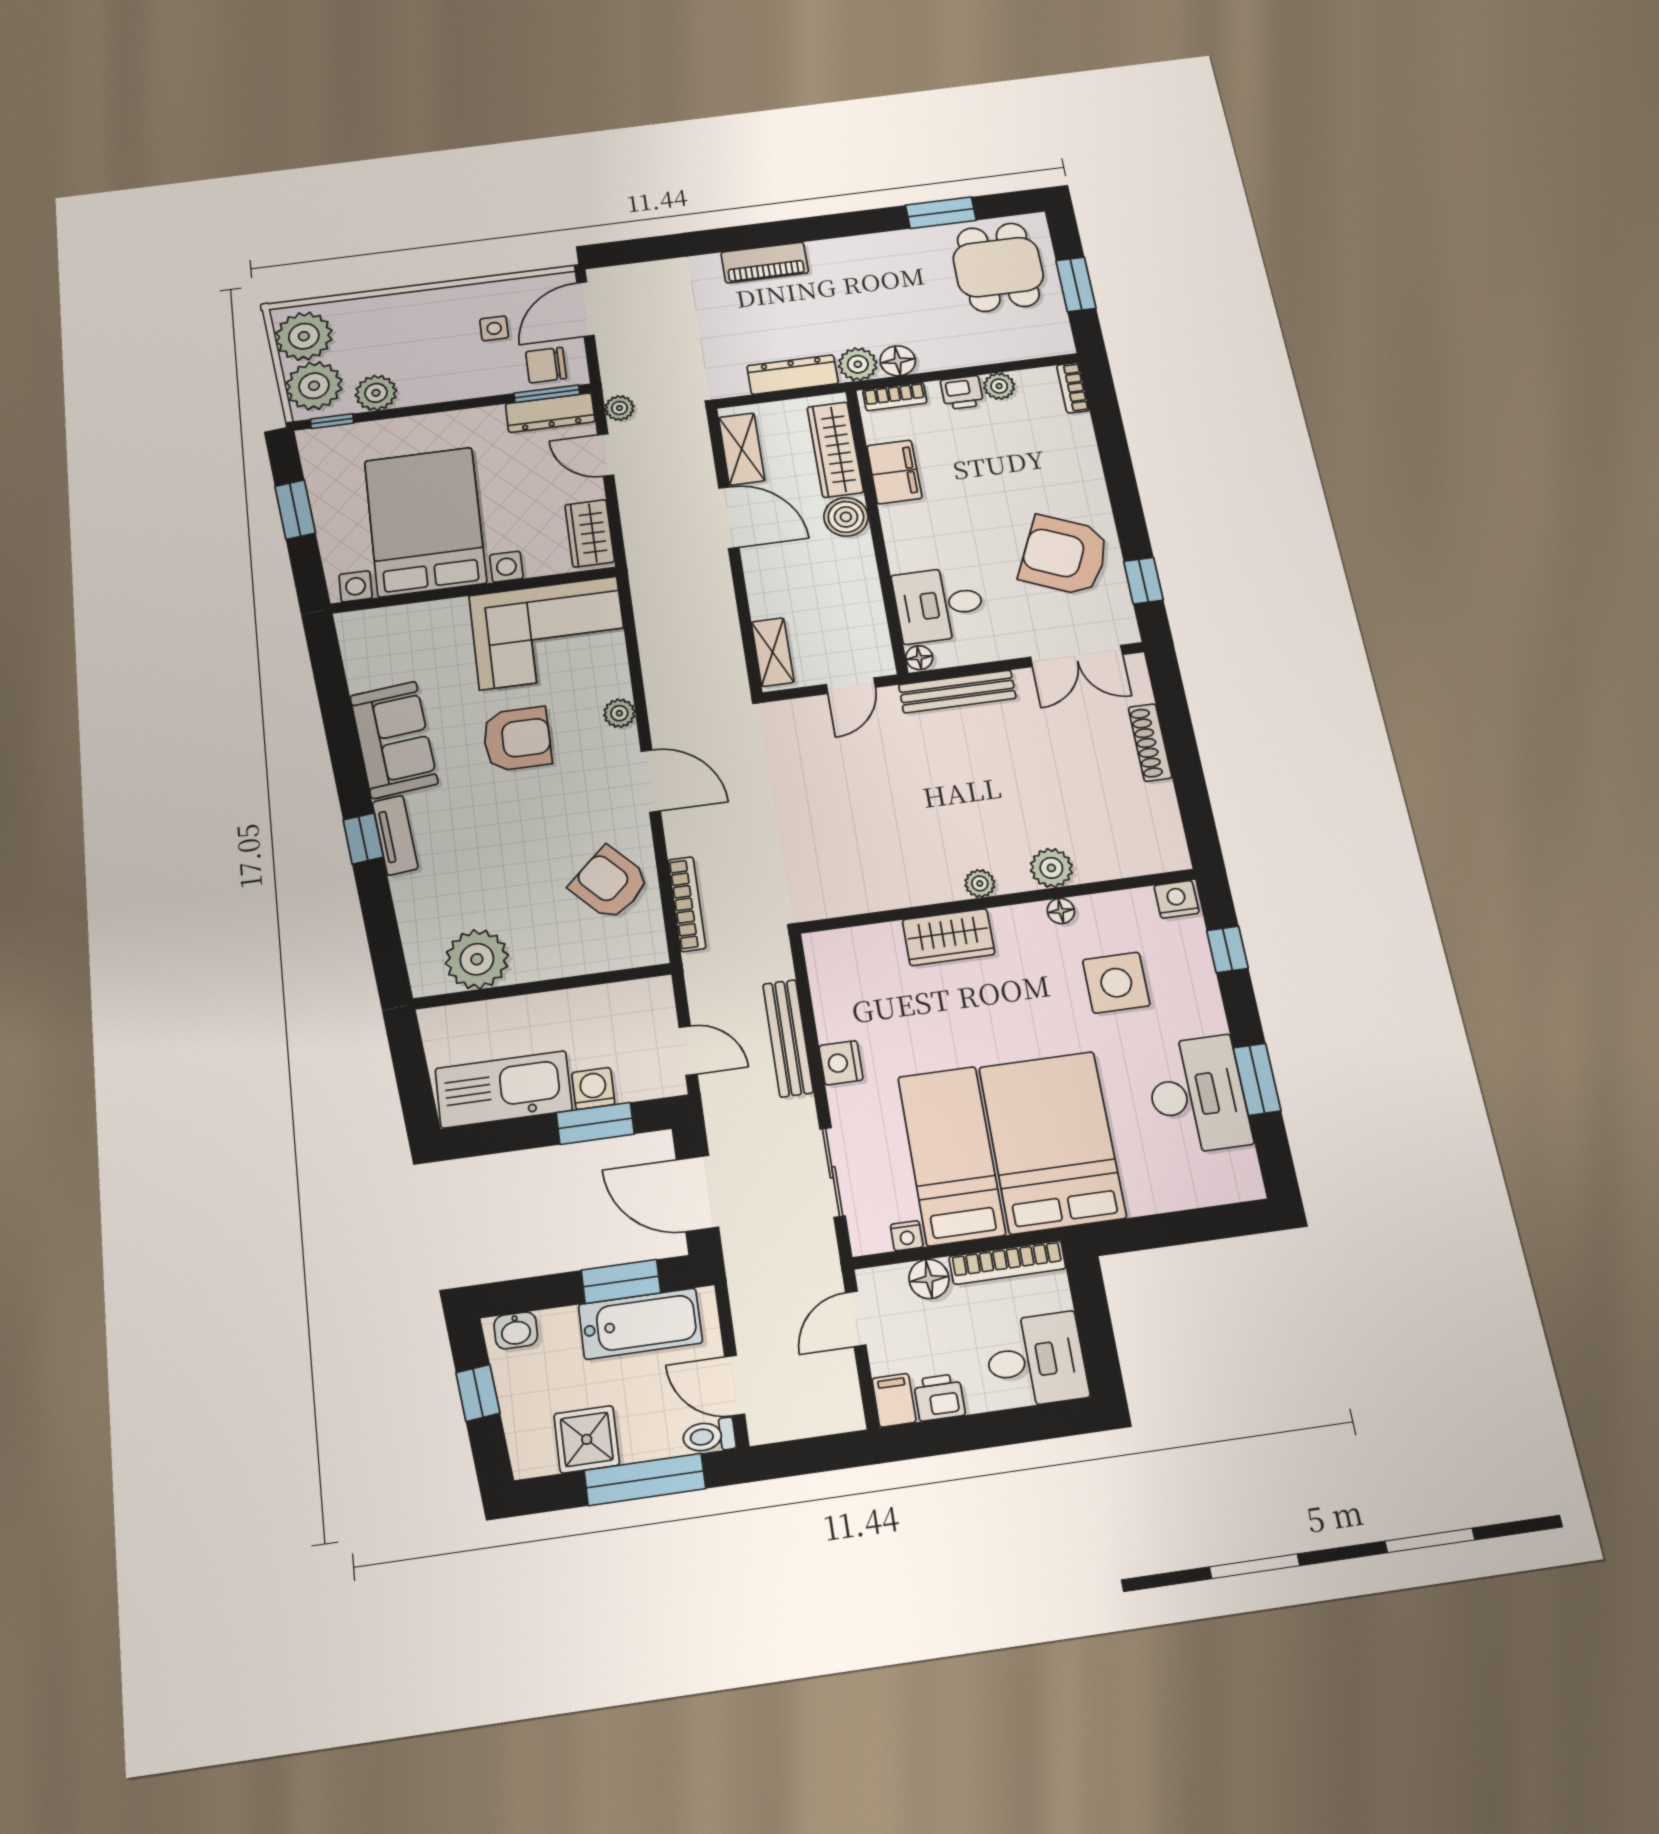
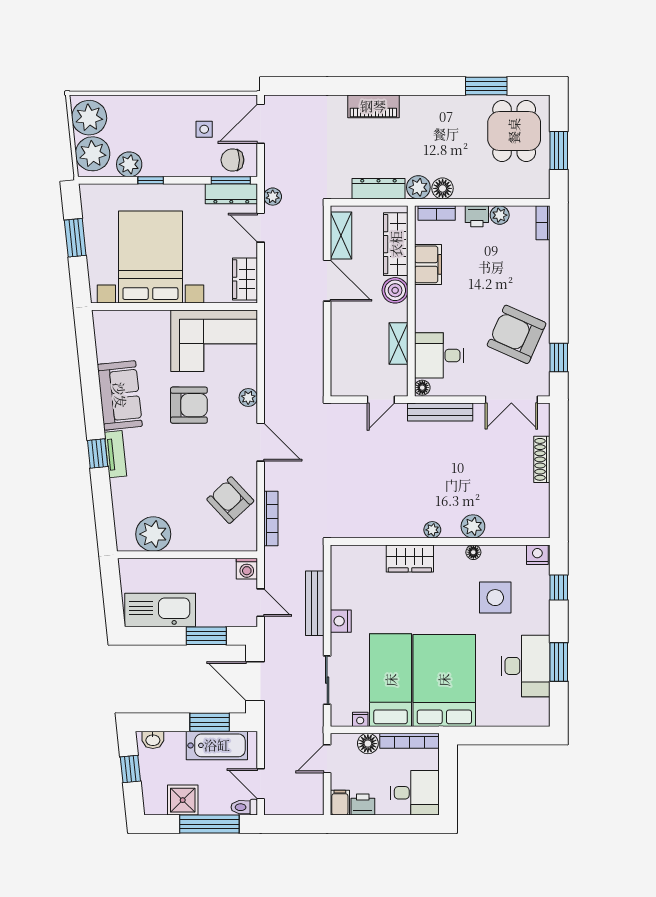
window: (332, 421) -> (151, 180), moved
shelving: (773, 652) -> (399, 344), moved
washing machine: (593, 1089) -> (247, 569), moved, turned 180

